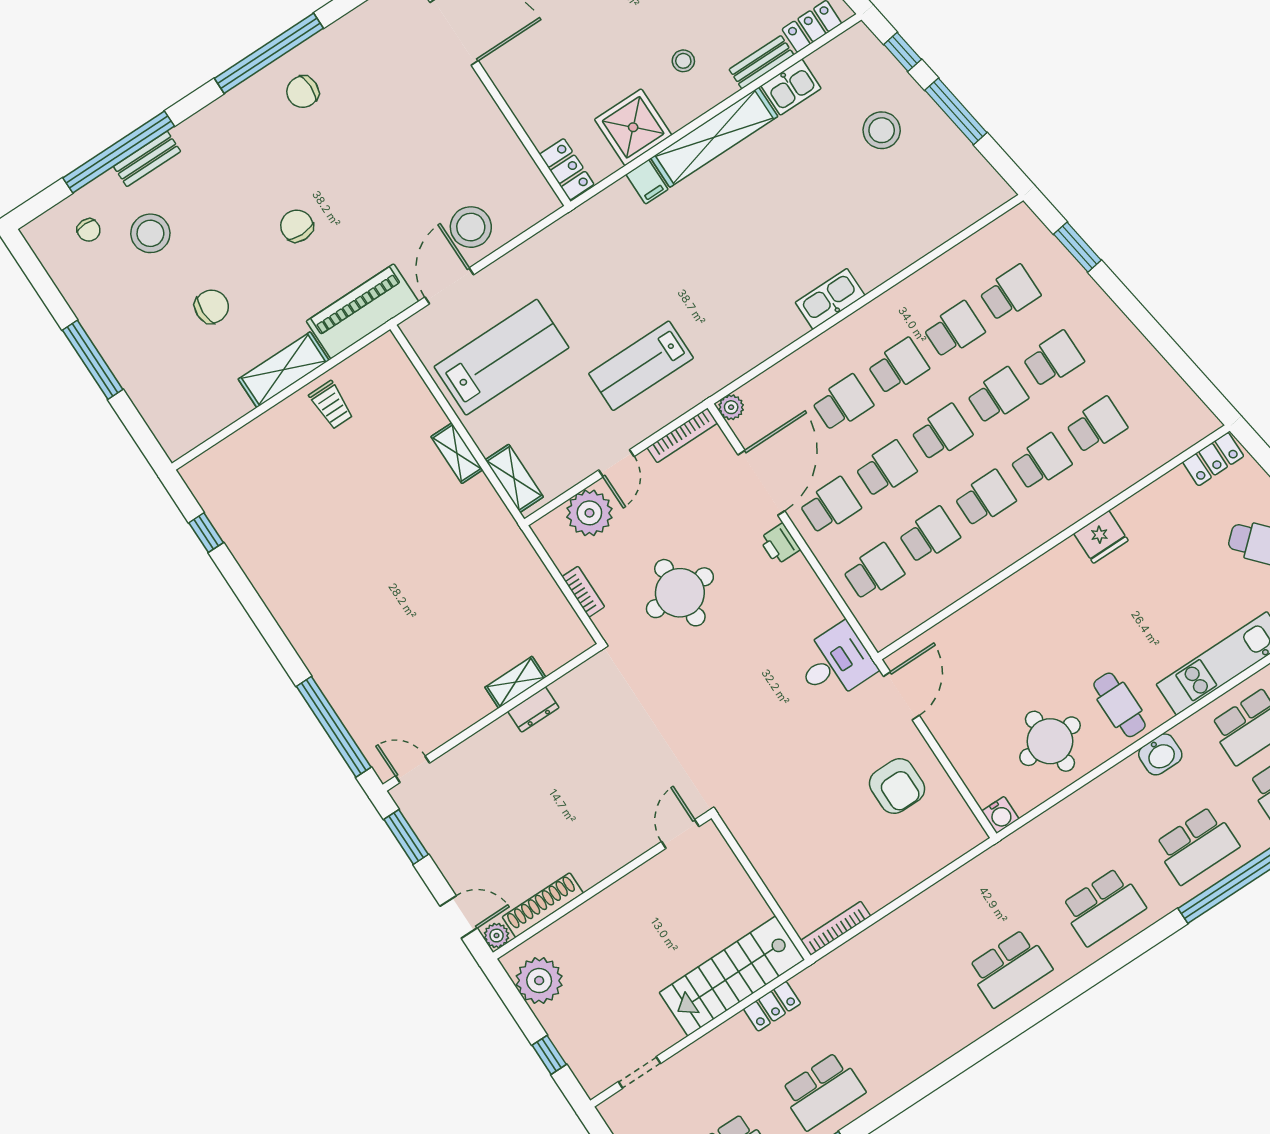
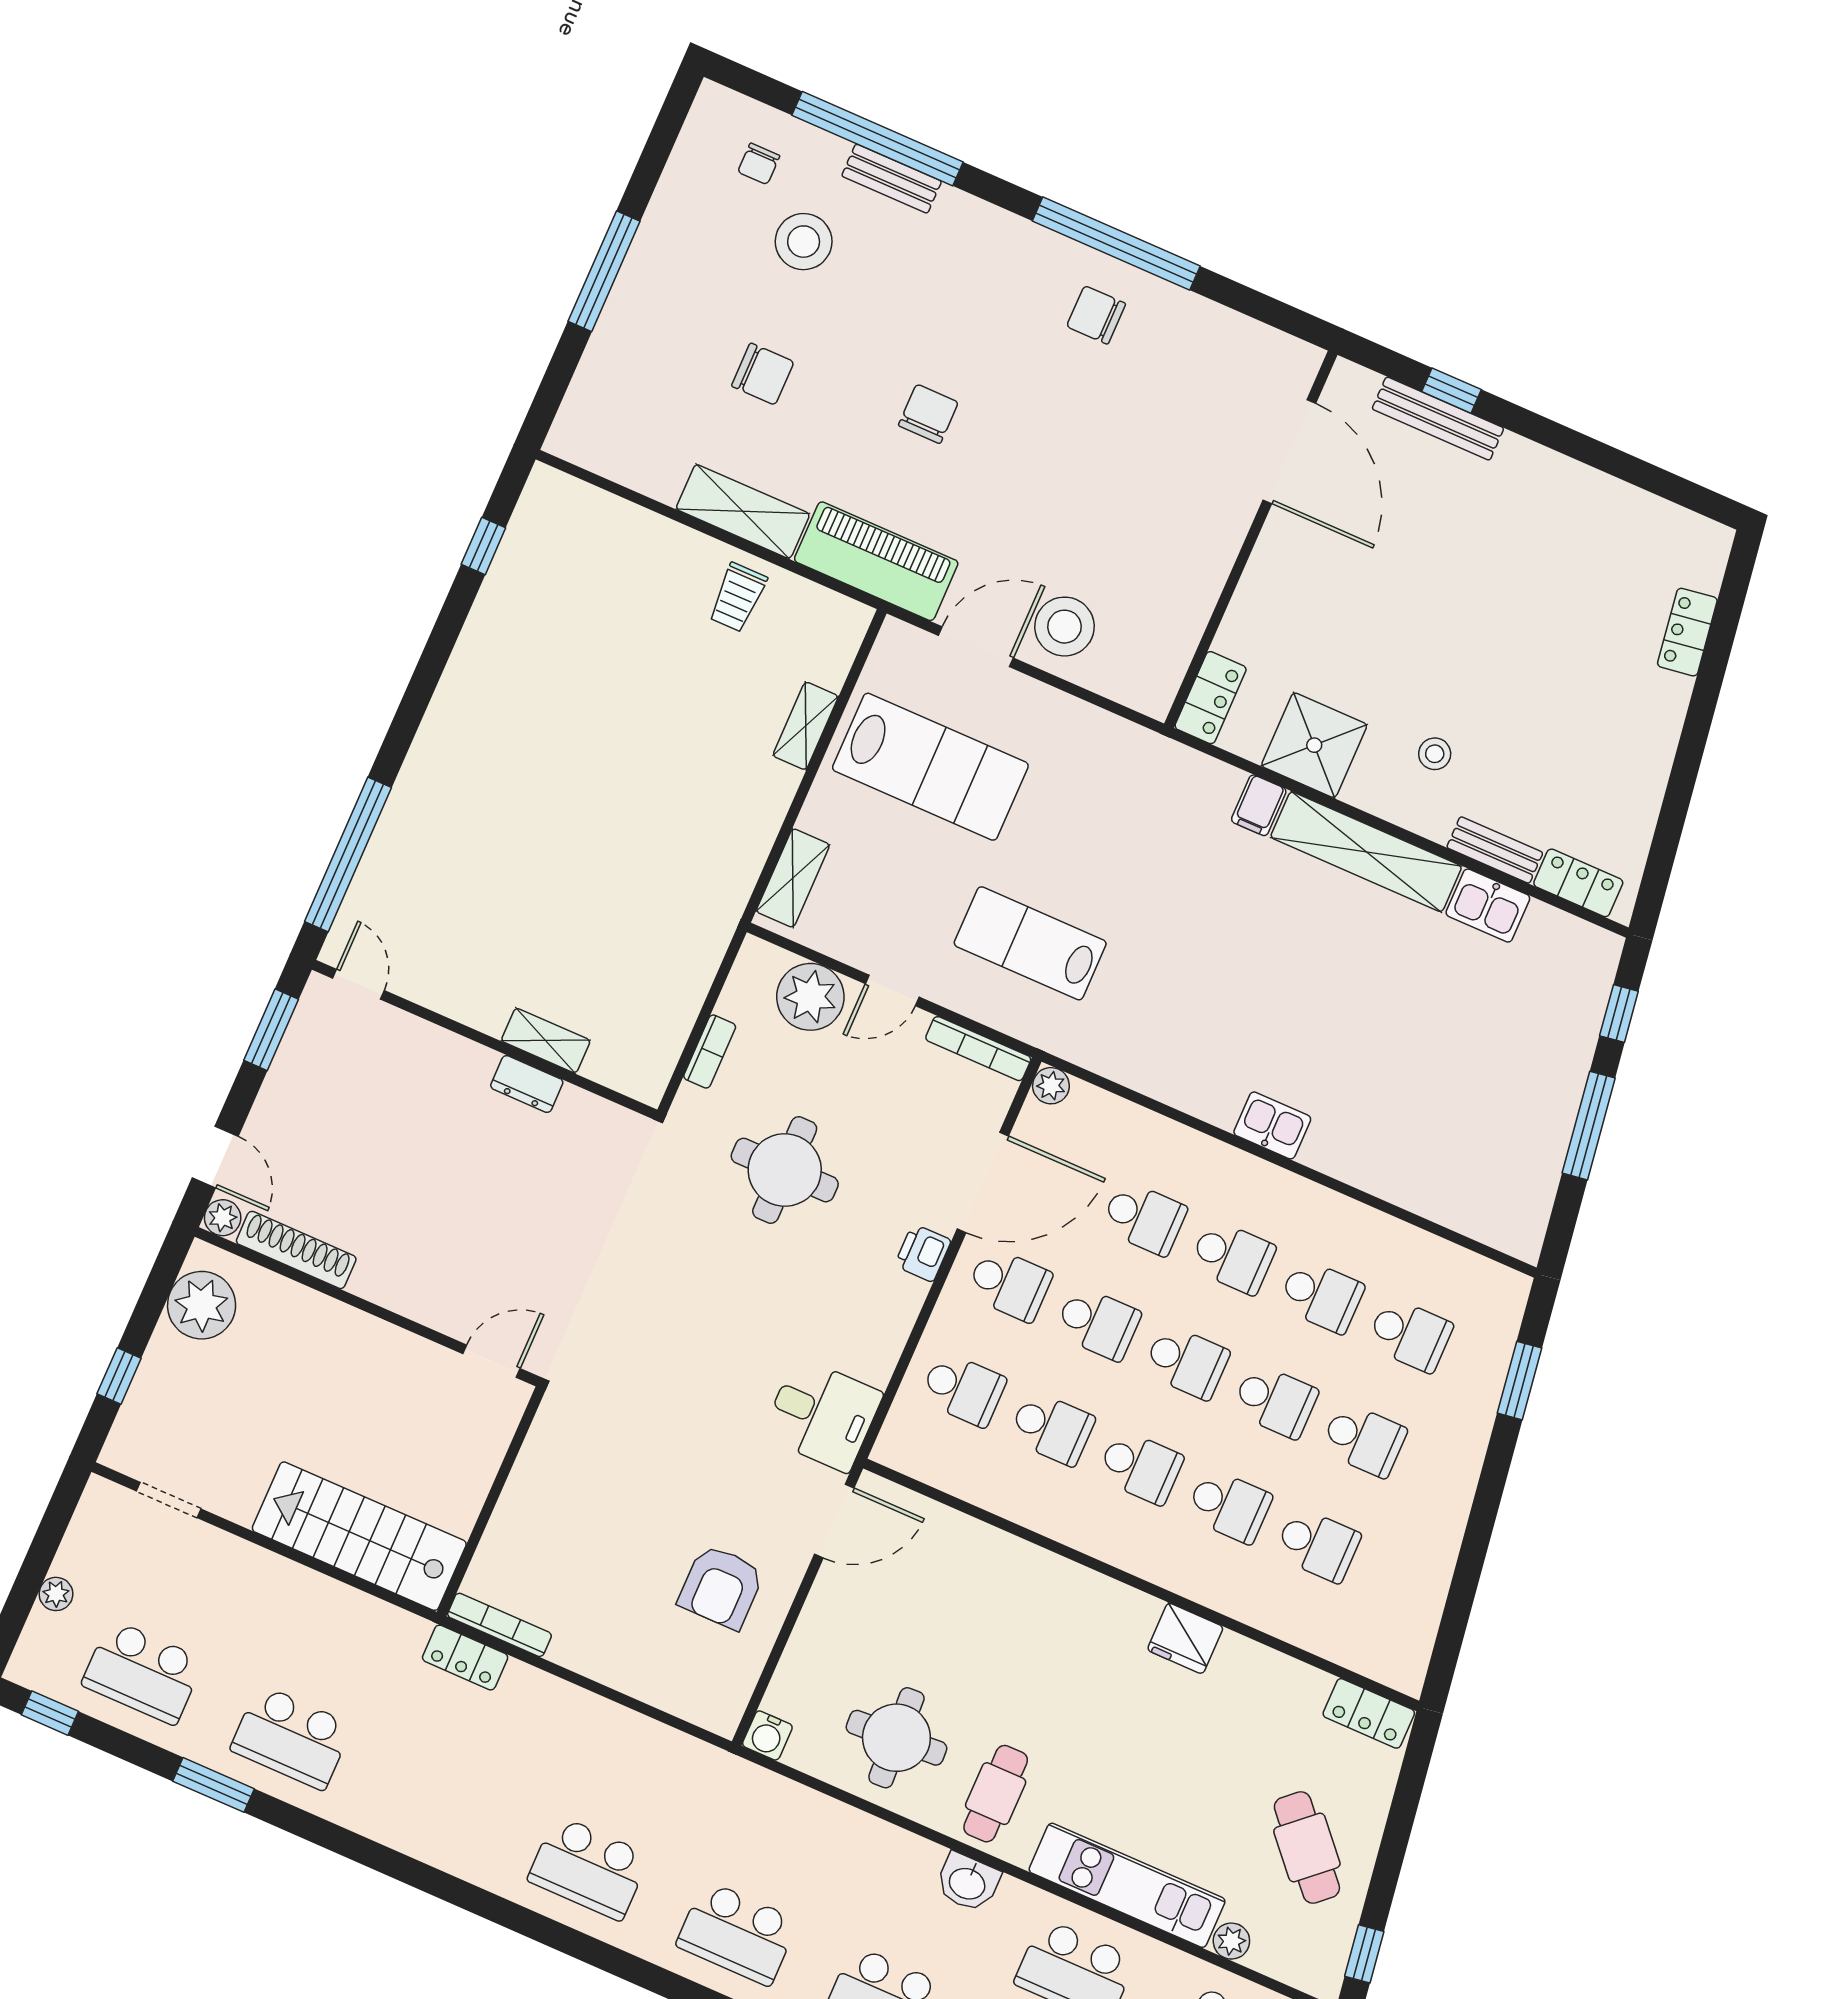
stool: (882, 130) -> (1507, 1050), removed
kitchen sink: (830, 299) -> (1272, 1125), width x0.73
shelving: (457, 453) -> (806, 726), moved
locker: (772, 1006) -> (465, 1657), moved

